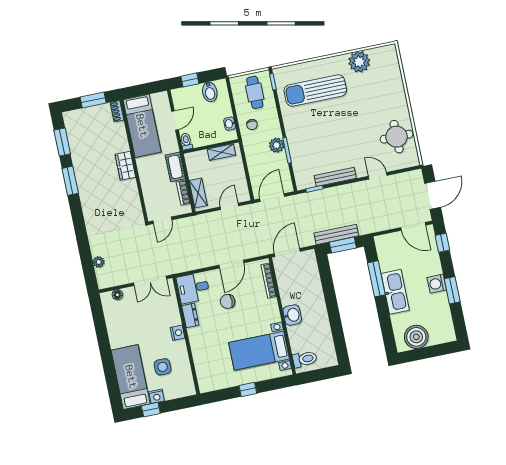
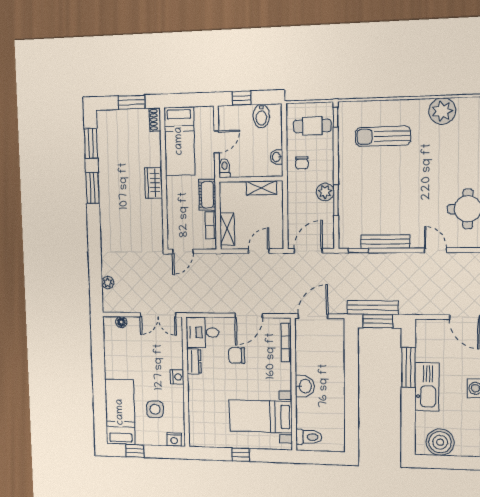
sun lounger: (315, 90) -> (383, 136), width x0.73, depth x0.75
cafe table: (255, 92) -> (312, 126), turned 90
nightstand: (157, 396) -> (174, 440), moved

